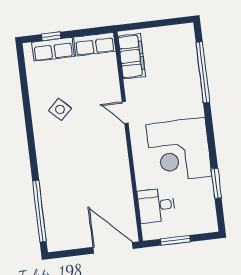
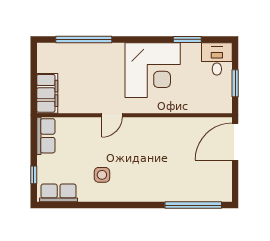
row of seats: (53, 49) -> (59, 193), moved, turned -90
filing cabinet: (132, 56) -> (47, 93), moved, turned 90
side table: (60, 109) -> (102, 175), turned 45
desk: (156, 205) -> (217, 59), moved, turned 180

